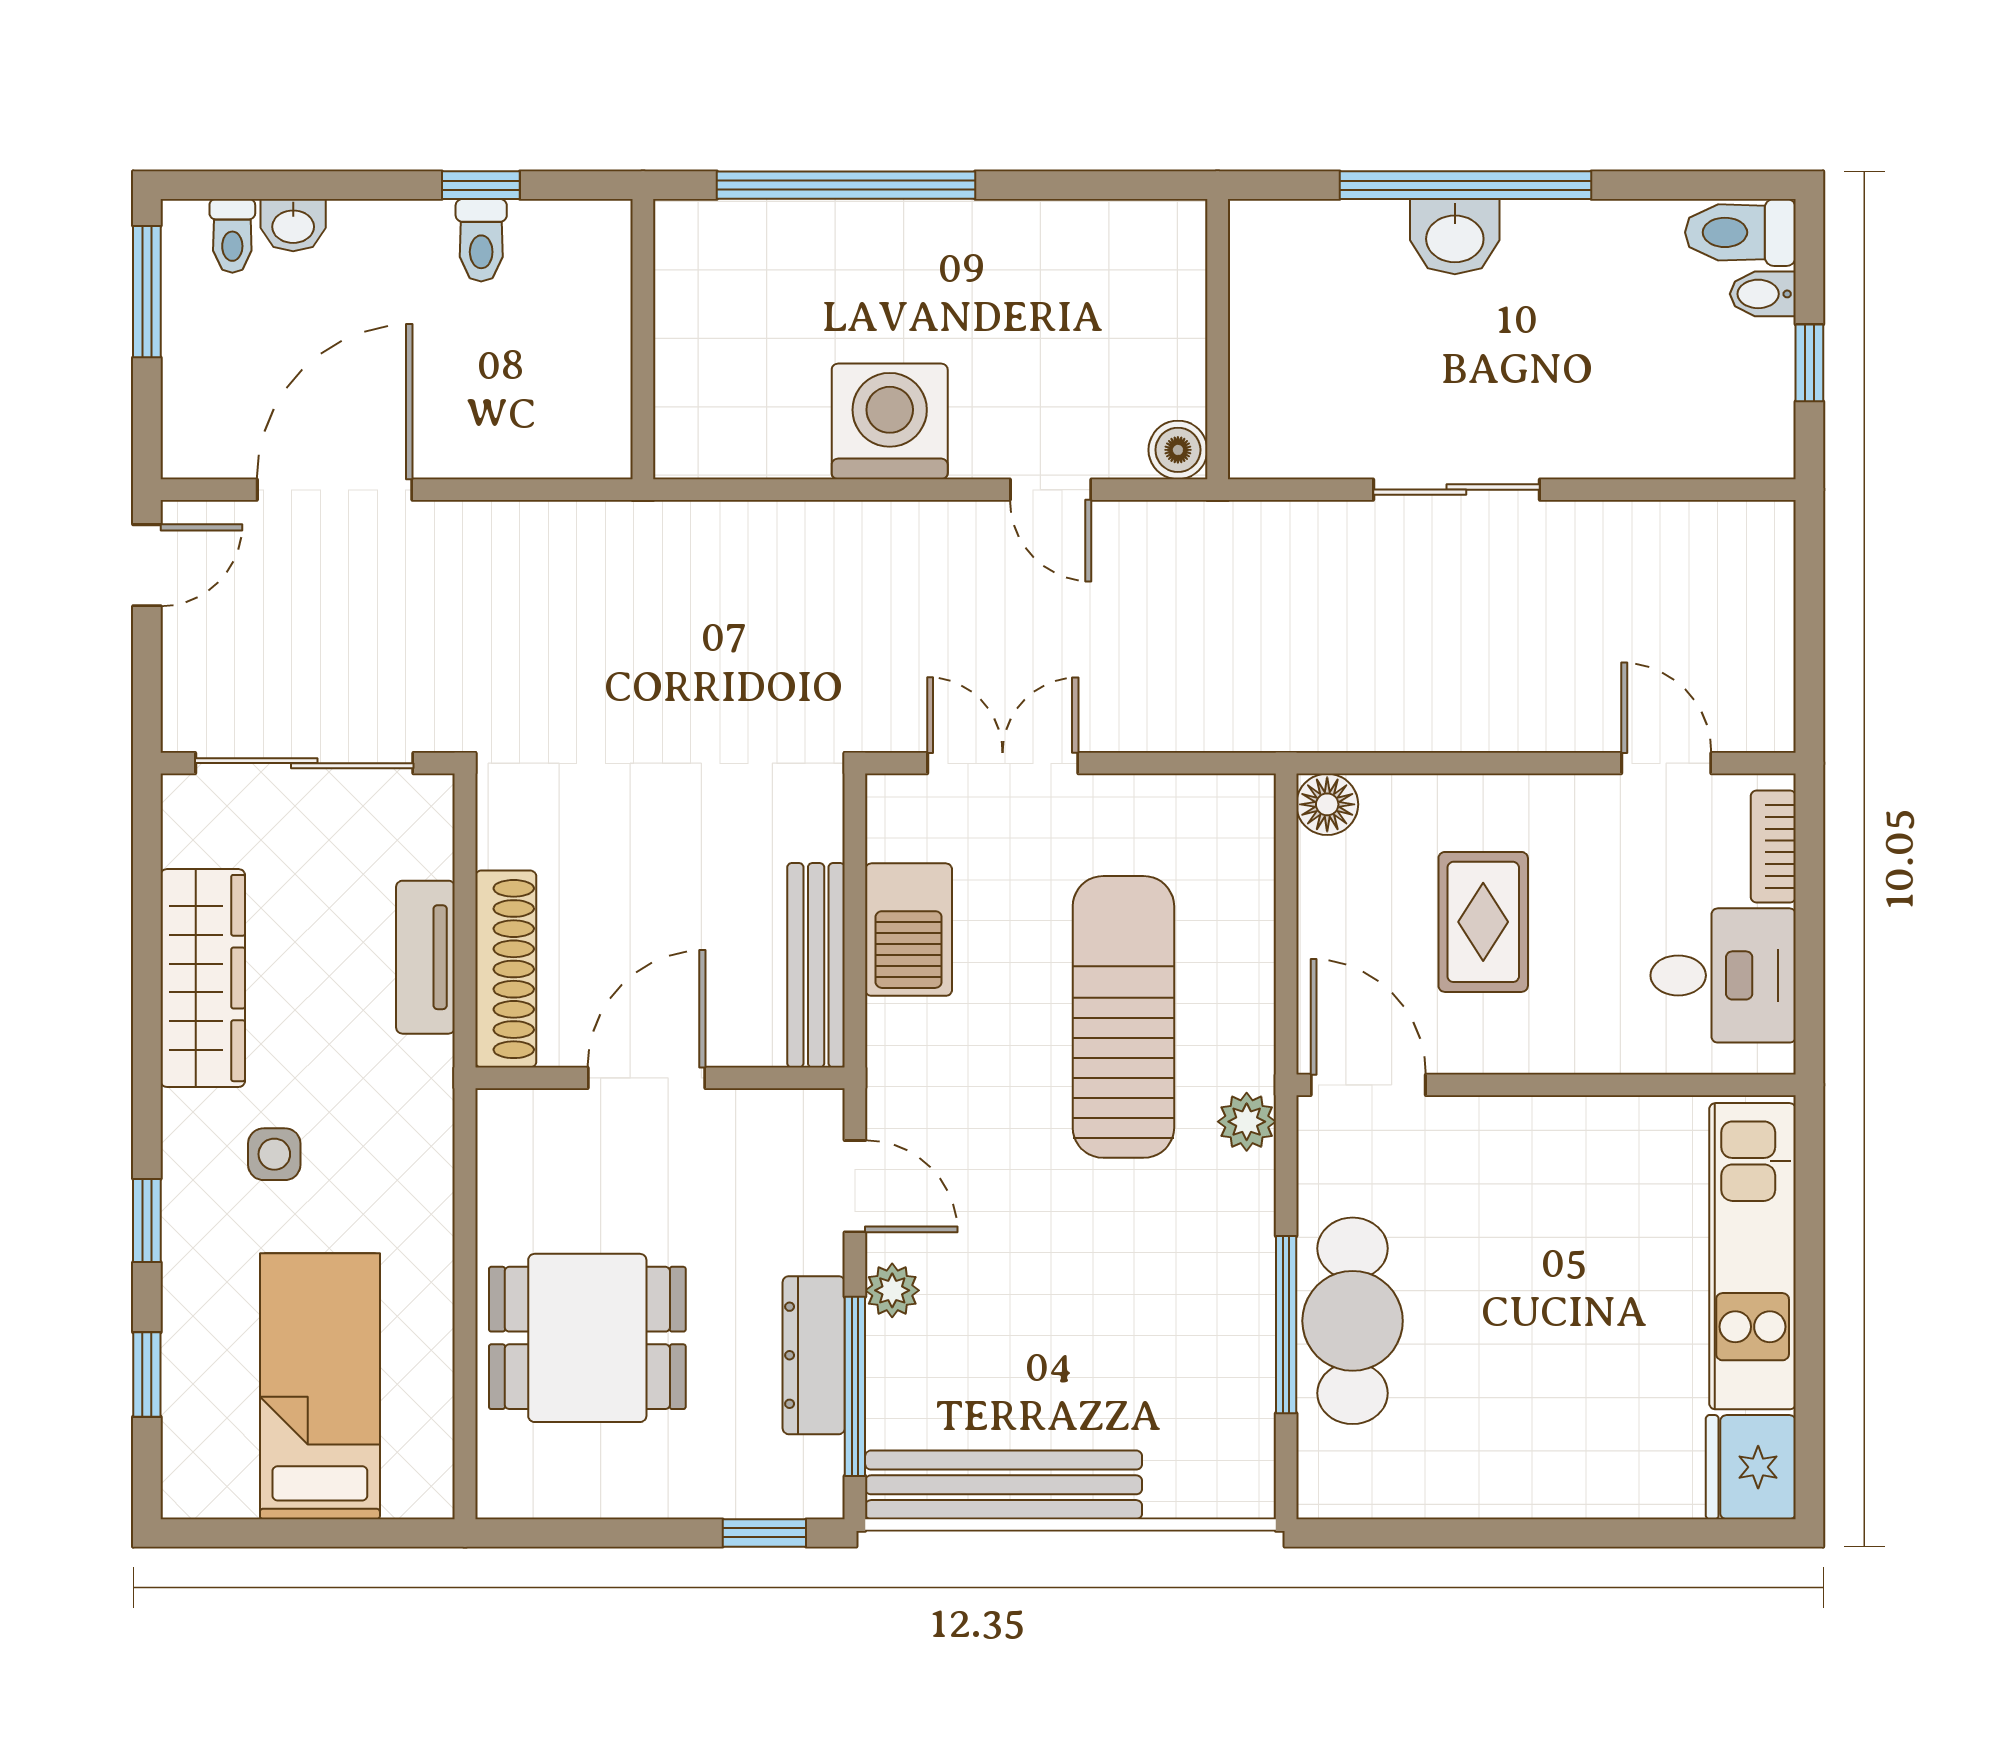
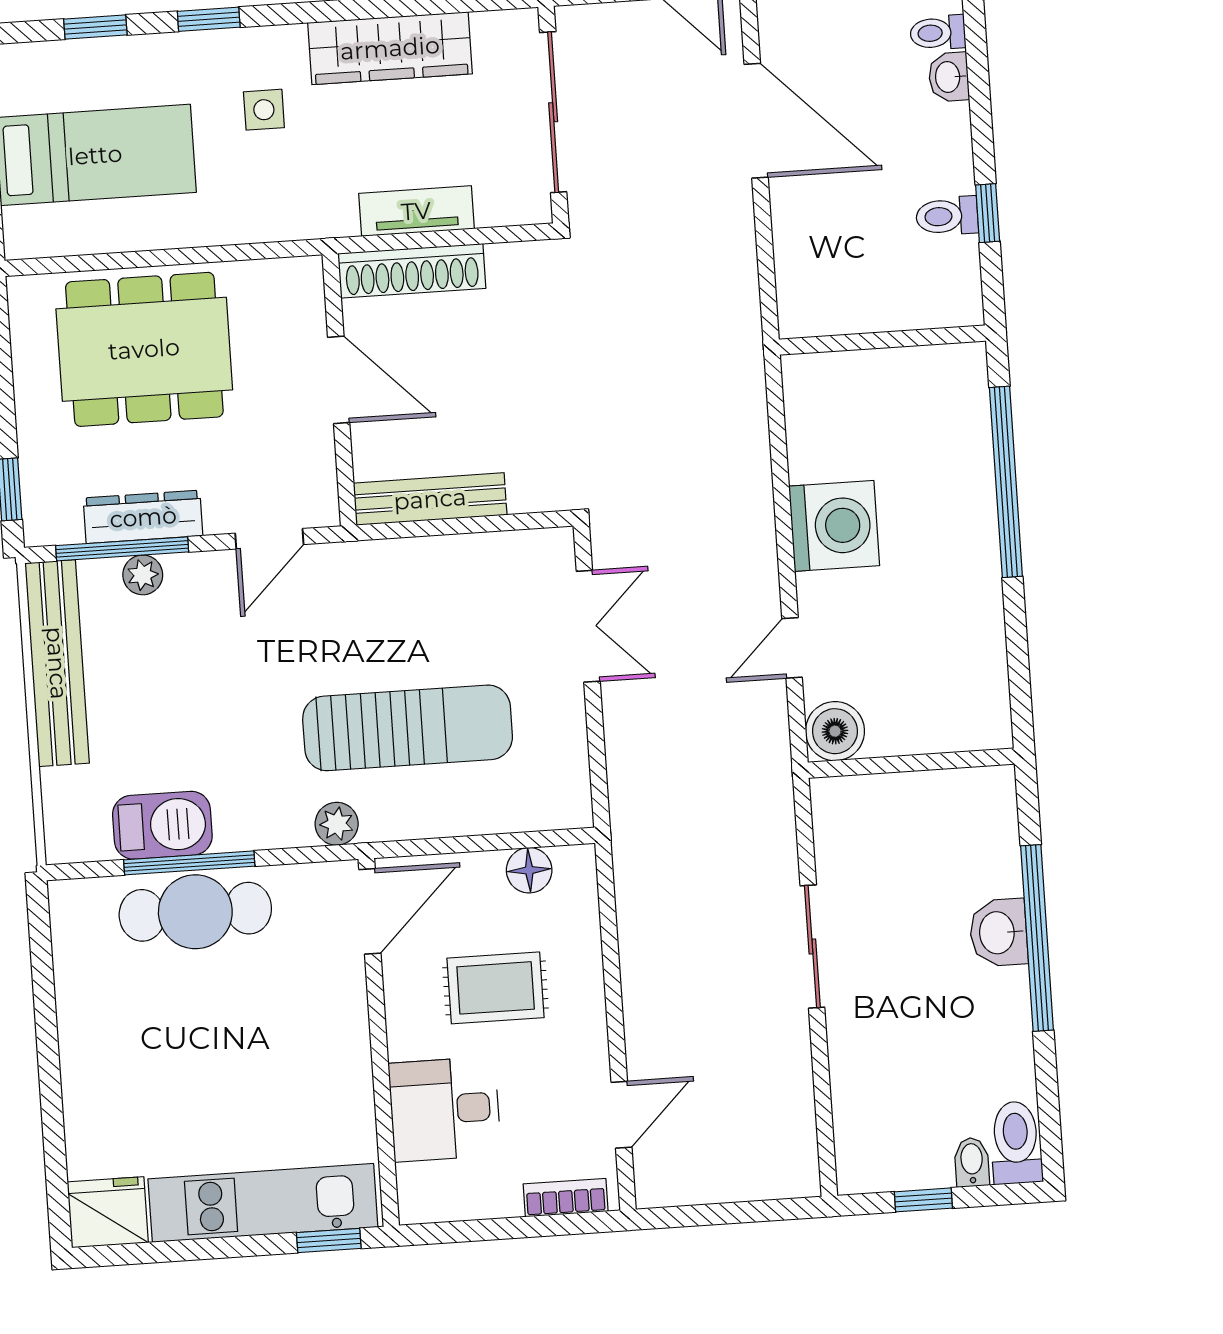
boiler: (1178, 450) -> (835, 731), width x1.36, depth x1.36
floor lamp: (1327, 804) -> (529, 870), moved
barbecue: (909, 930) -> (162, 825), moved, turned 180
desk: (1723, 975) -> (445, 1109), moved, turned 90
window: (1809, 1171) -> (329, 1241), added
plant: (892, 1290) -> (143, 575), moved
dining table: (587, 1338) -> (144, 349), width x1.38

